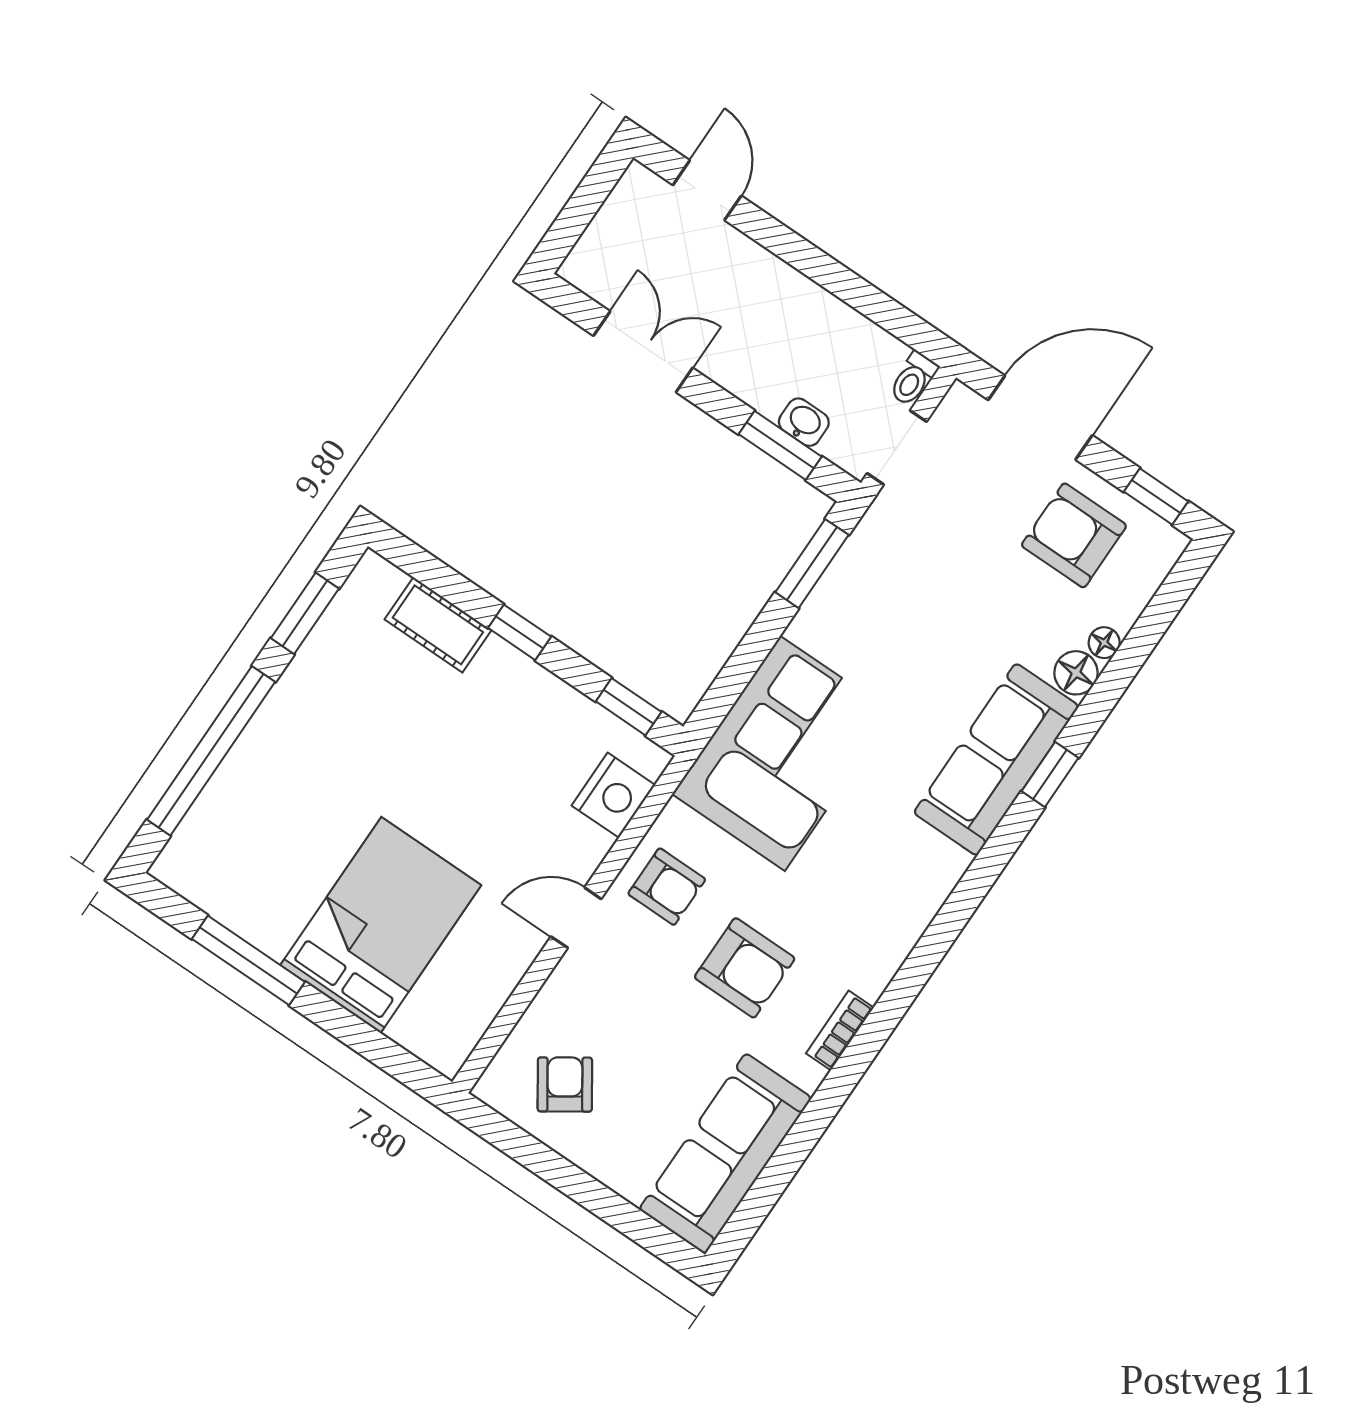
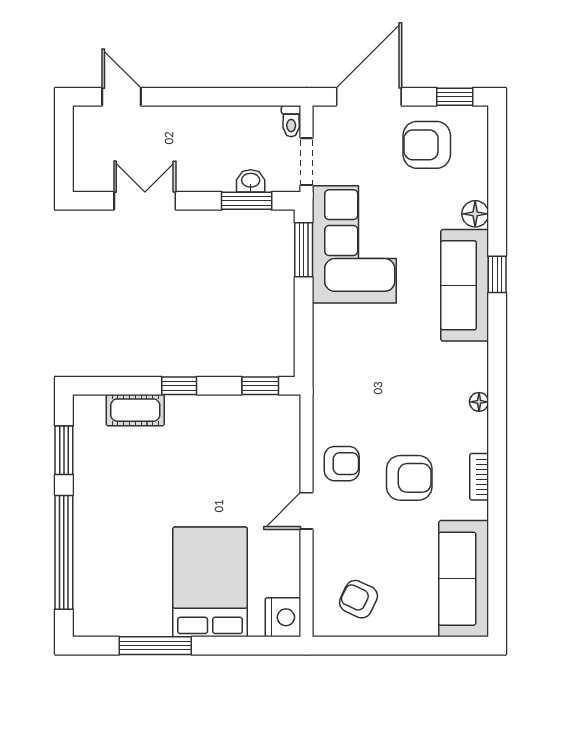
floor lamp: (1104, 643) -> (479, 402), moved
corner sofa: (782, 753) -> (354, 244), moved
nightstand: (613, 795) -> (283, 617), moved
armchair: (565, 1084) -> (358, 599), turned -31

